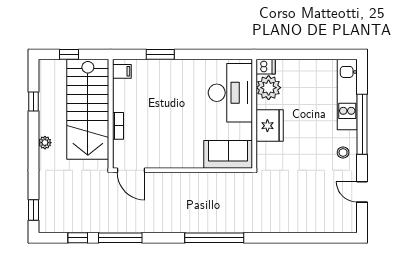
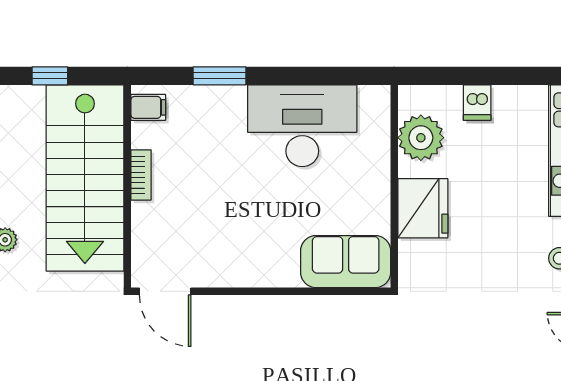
dishwasher: (266, 67) -> (477, 103), moved, turned 90
desk: (230, 93) -> (302, 126), moved, turned -90
bookcase: (118, 126) -> (141, 175), moved

